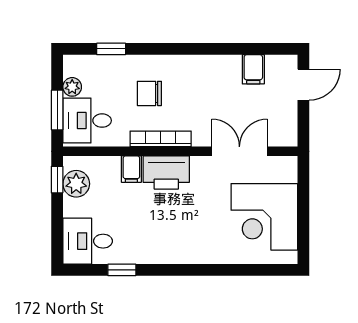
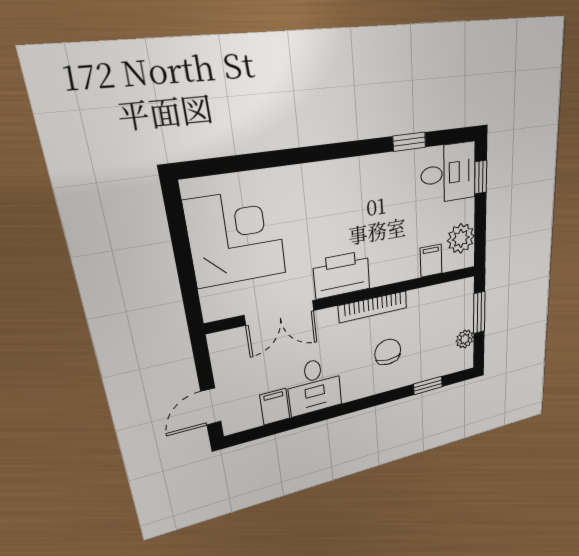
chair: (149, 93) -> (388, 352), turned -90
desk: (87, 121) -> (314, 386), moved, turned 90
filing cabinet: (131, 169) -> (431, 261), moved
printer: (166, 173) -> (342, 275), moved
window: (57, 180) -> (481, 177), moved

